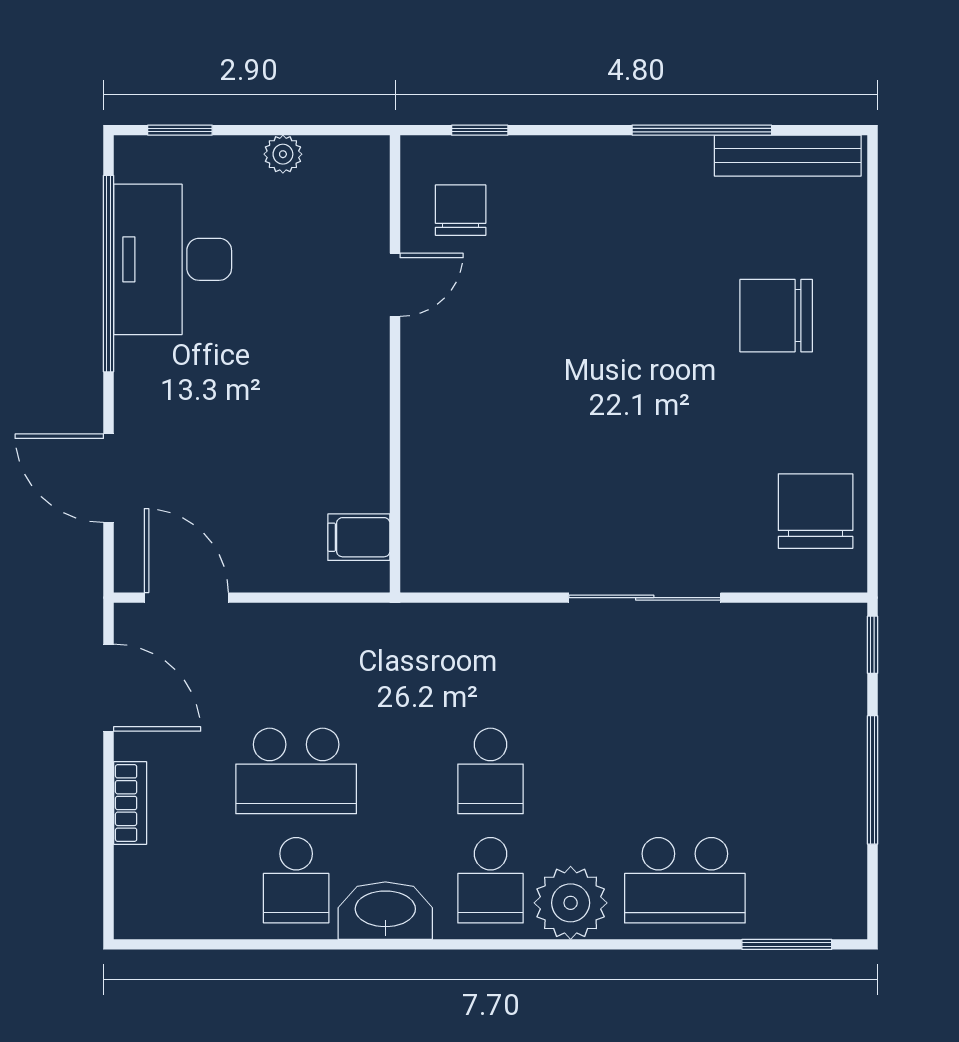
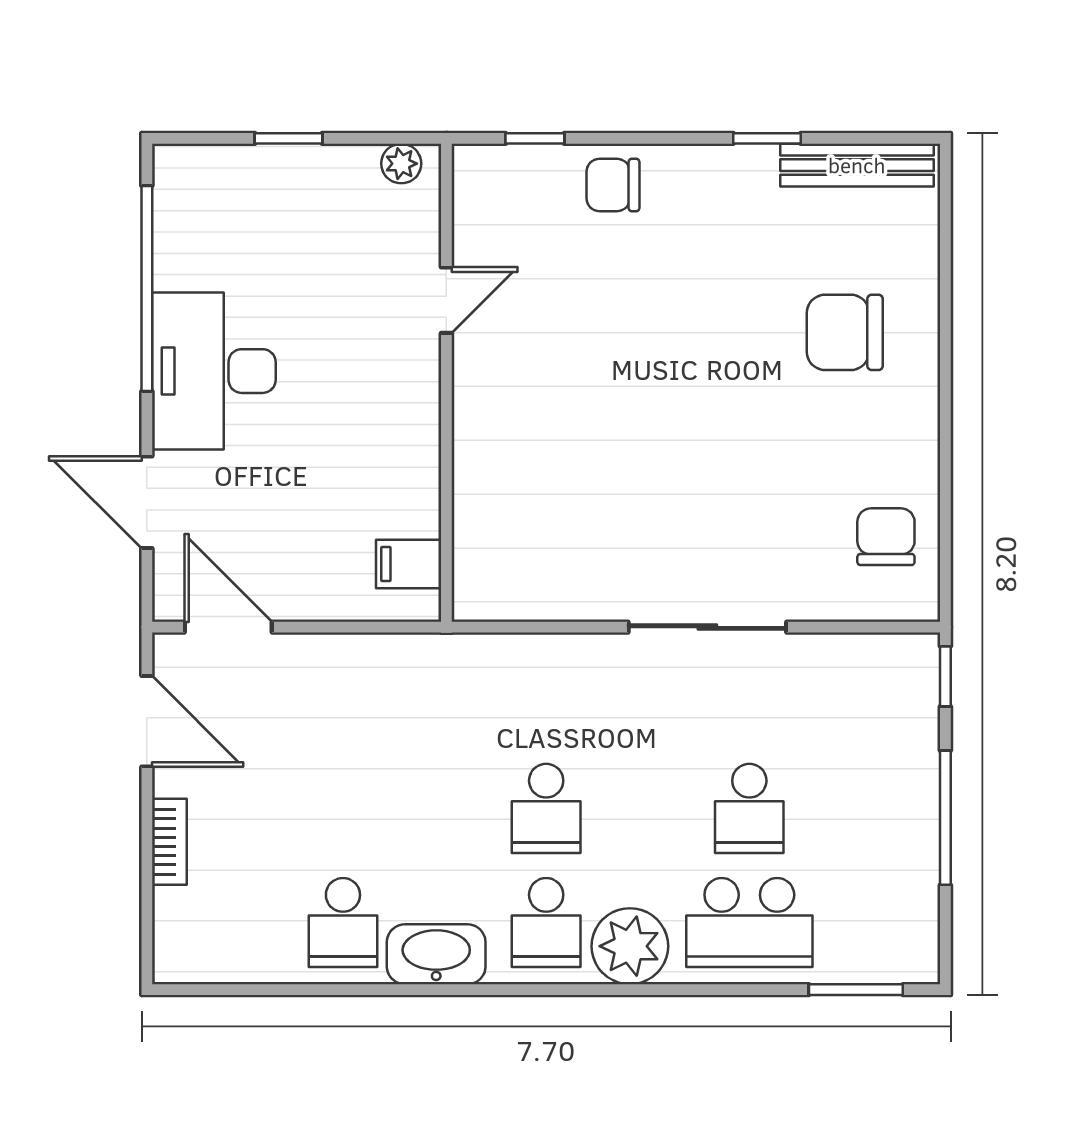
window: (180, 130) -> (288, 138), moved
window: (702, 130) -> (767, 138), width x0.46
plant: (283, 154) -> (401, 164), moved
chair: (461, 210) -> (613, 185), moved, turned -90
desk: (173, 259) -> (214, 371), moved
chair: (816, 511) -> (886, 537), width x0.73, depth x0.73
school desk: (296, 771) -> (749, 808), moved, width x0.54

